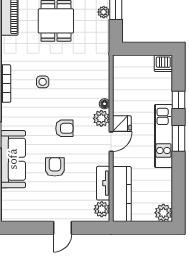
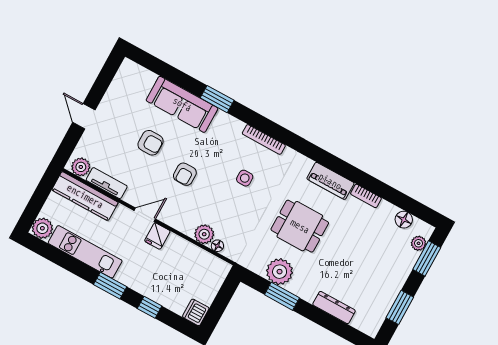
plant: (104, 12) -> (280, 272), width x1.88, depth x1.88
floor lamp: (105, 104) -> (217, 246), moved
plant: (101, 118) -> (204, 234), moved
kitchen unit: (163, 136) -> (85, 252), moved
door: (111, 142) -> (145, 215), swing flipped

